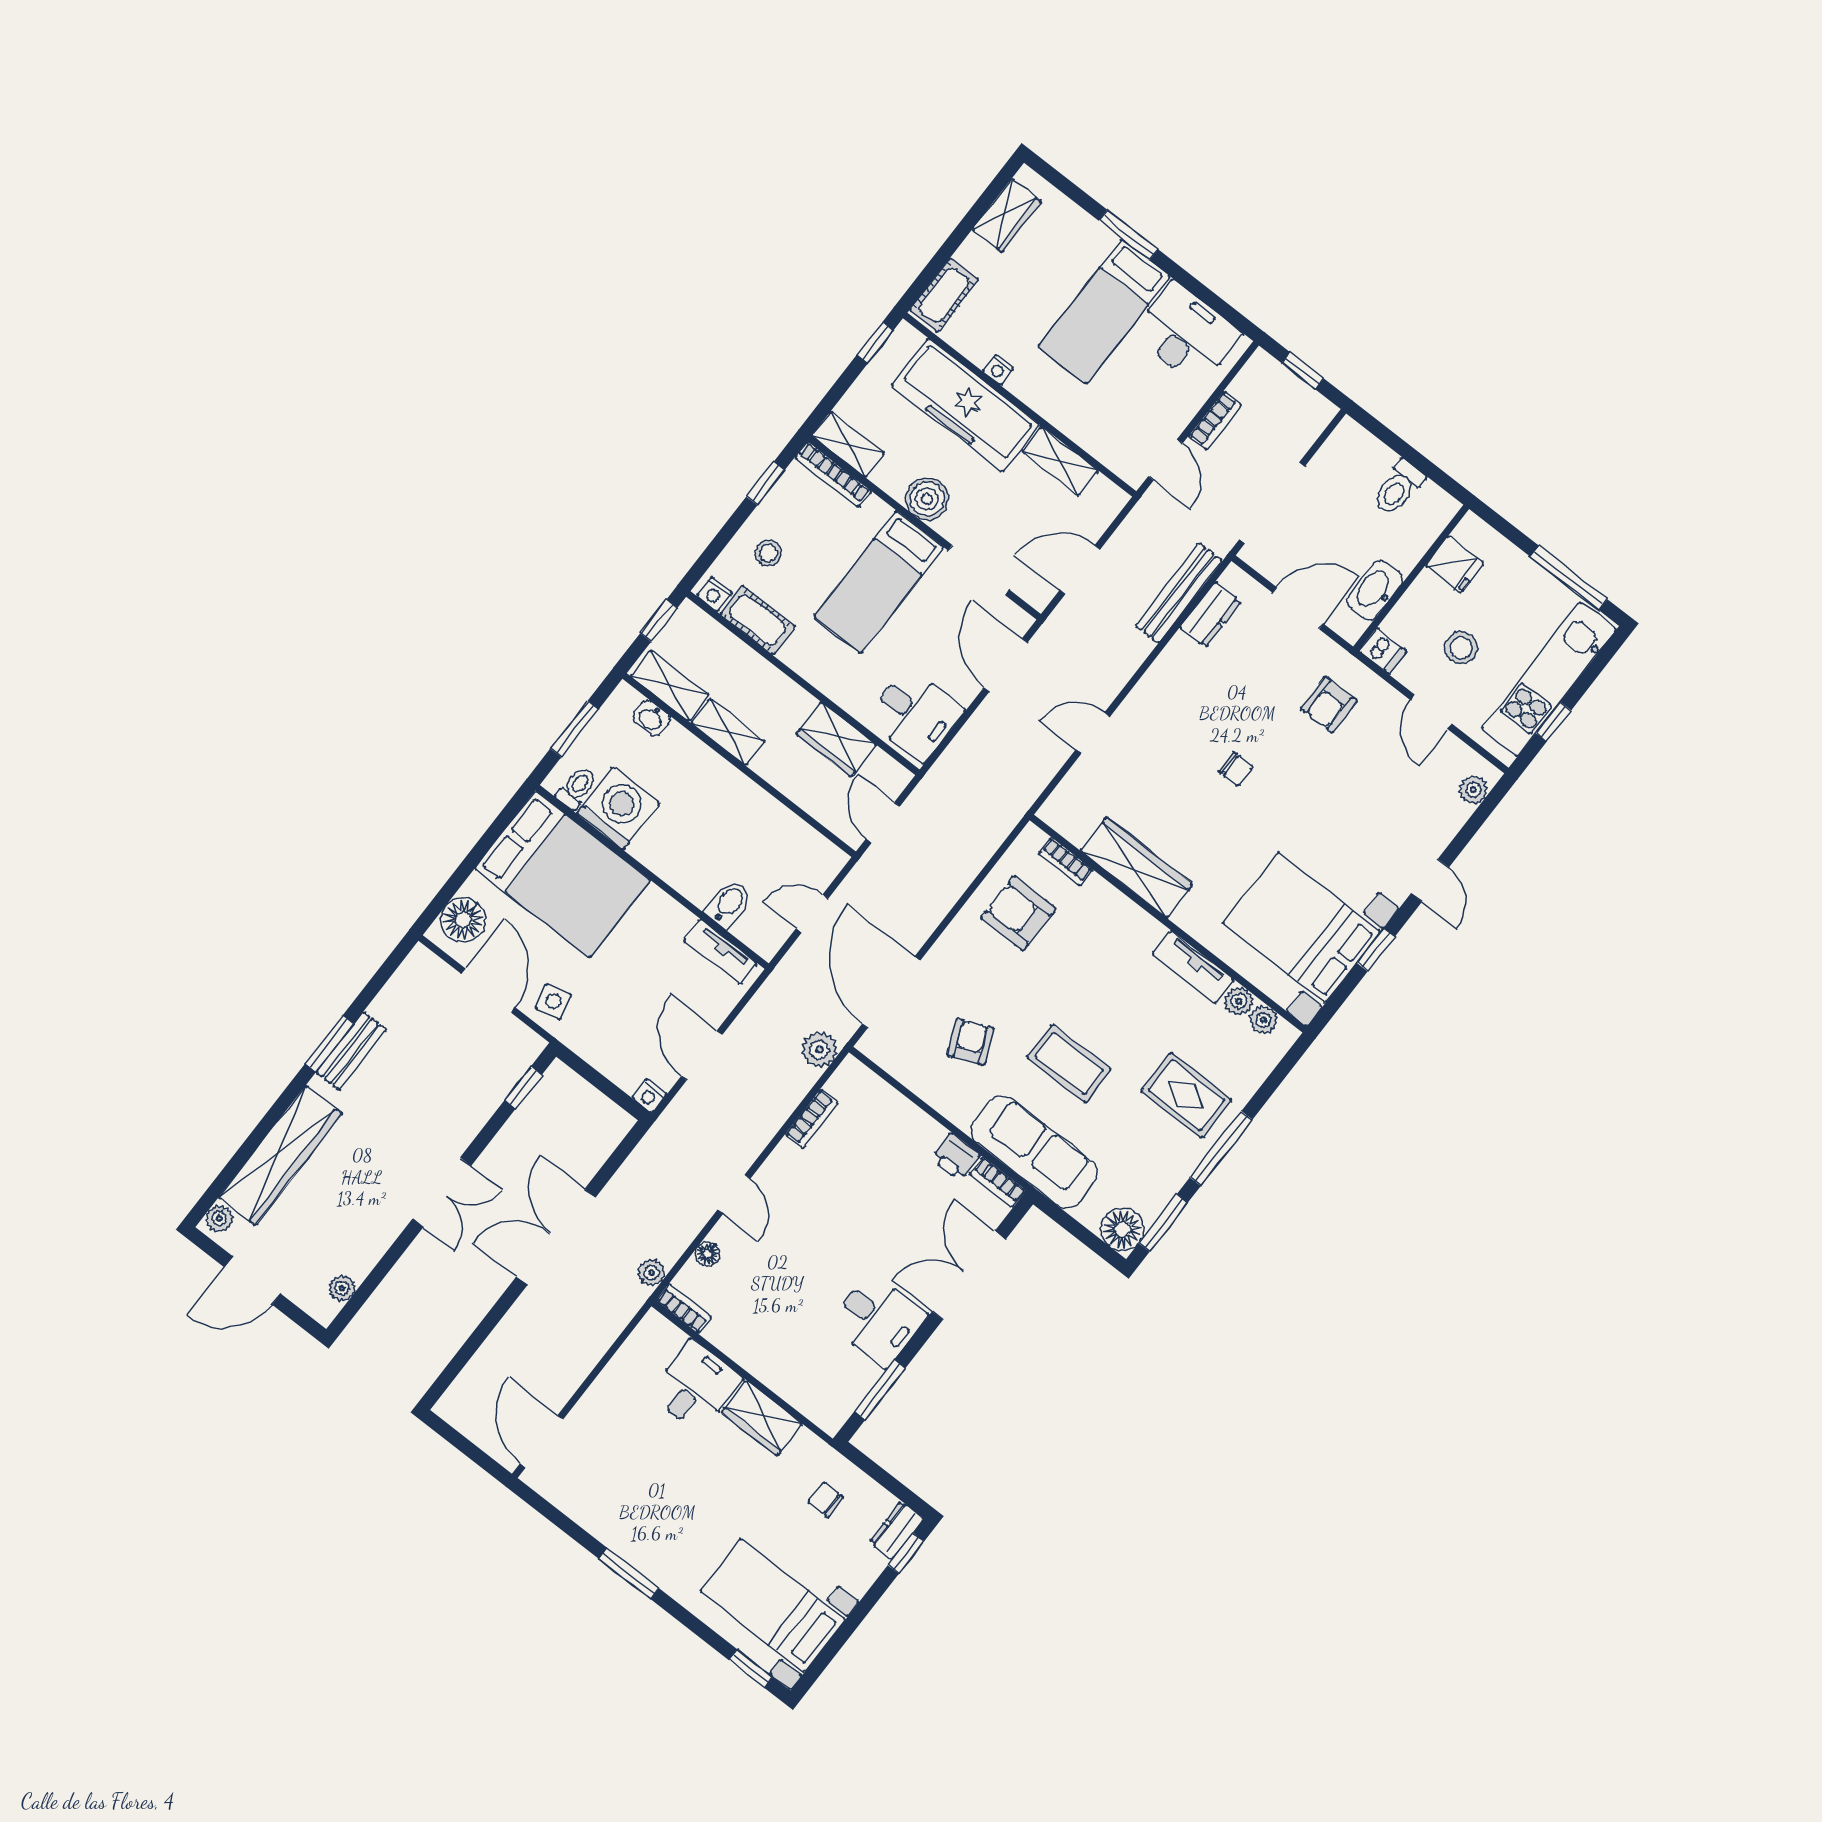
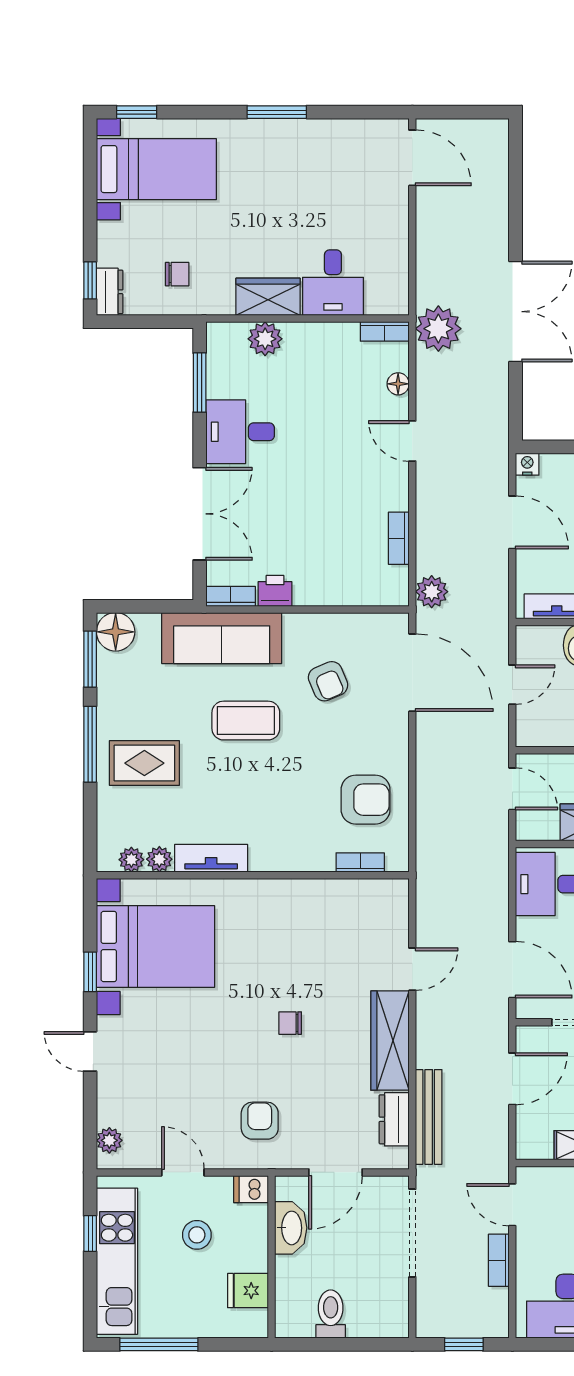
wardrobe: (1136, 868) -> (390, 1041), moved, turned 90
plant: (651, 1273) -> (438, 329), width x1.87, depth x1.87
plant: (793, 1384) -> (265, 339), added

